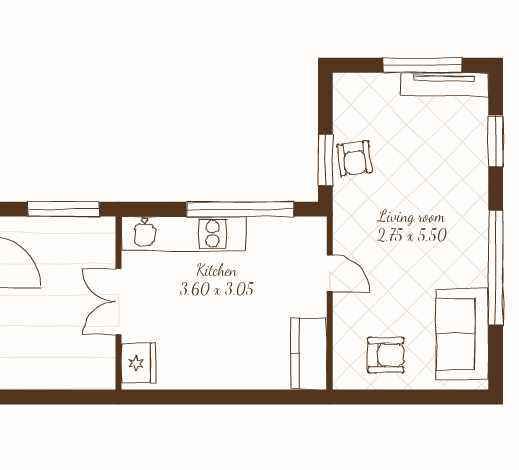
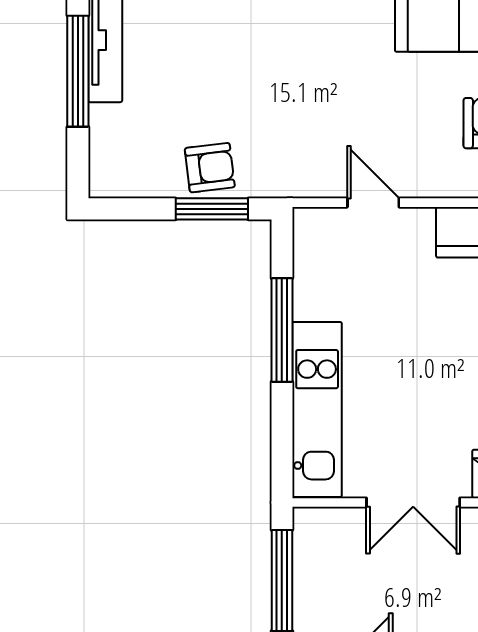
window: (240, 209) -> (282, 330), width x0.68
door: (330, 273) -> (373, 203), hinge flipped

